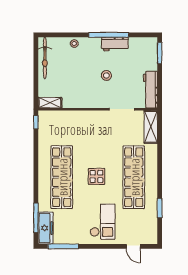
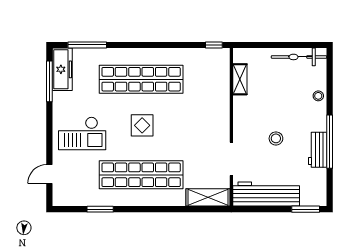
workbench: (150, 90) -> (266, 194), width x1.36, depth x1.32
shelving: (50, 103) -> (240, 79), moved
freezer: (46, 228) -> (62, 69), moved, turned -90

